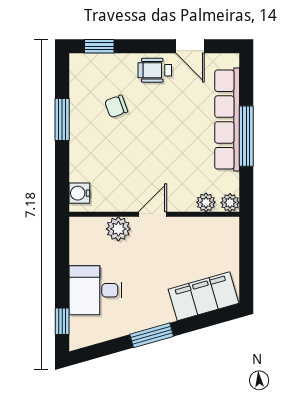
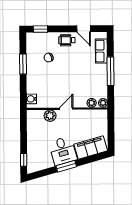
row of seats: (227, 119) -> (101, 51), width x0.50
desk: (95, 290) -> (63, 151), moved, turned -106

